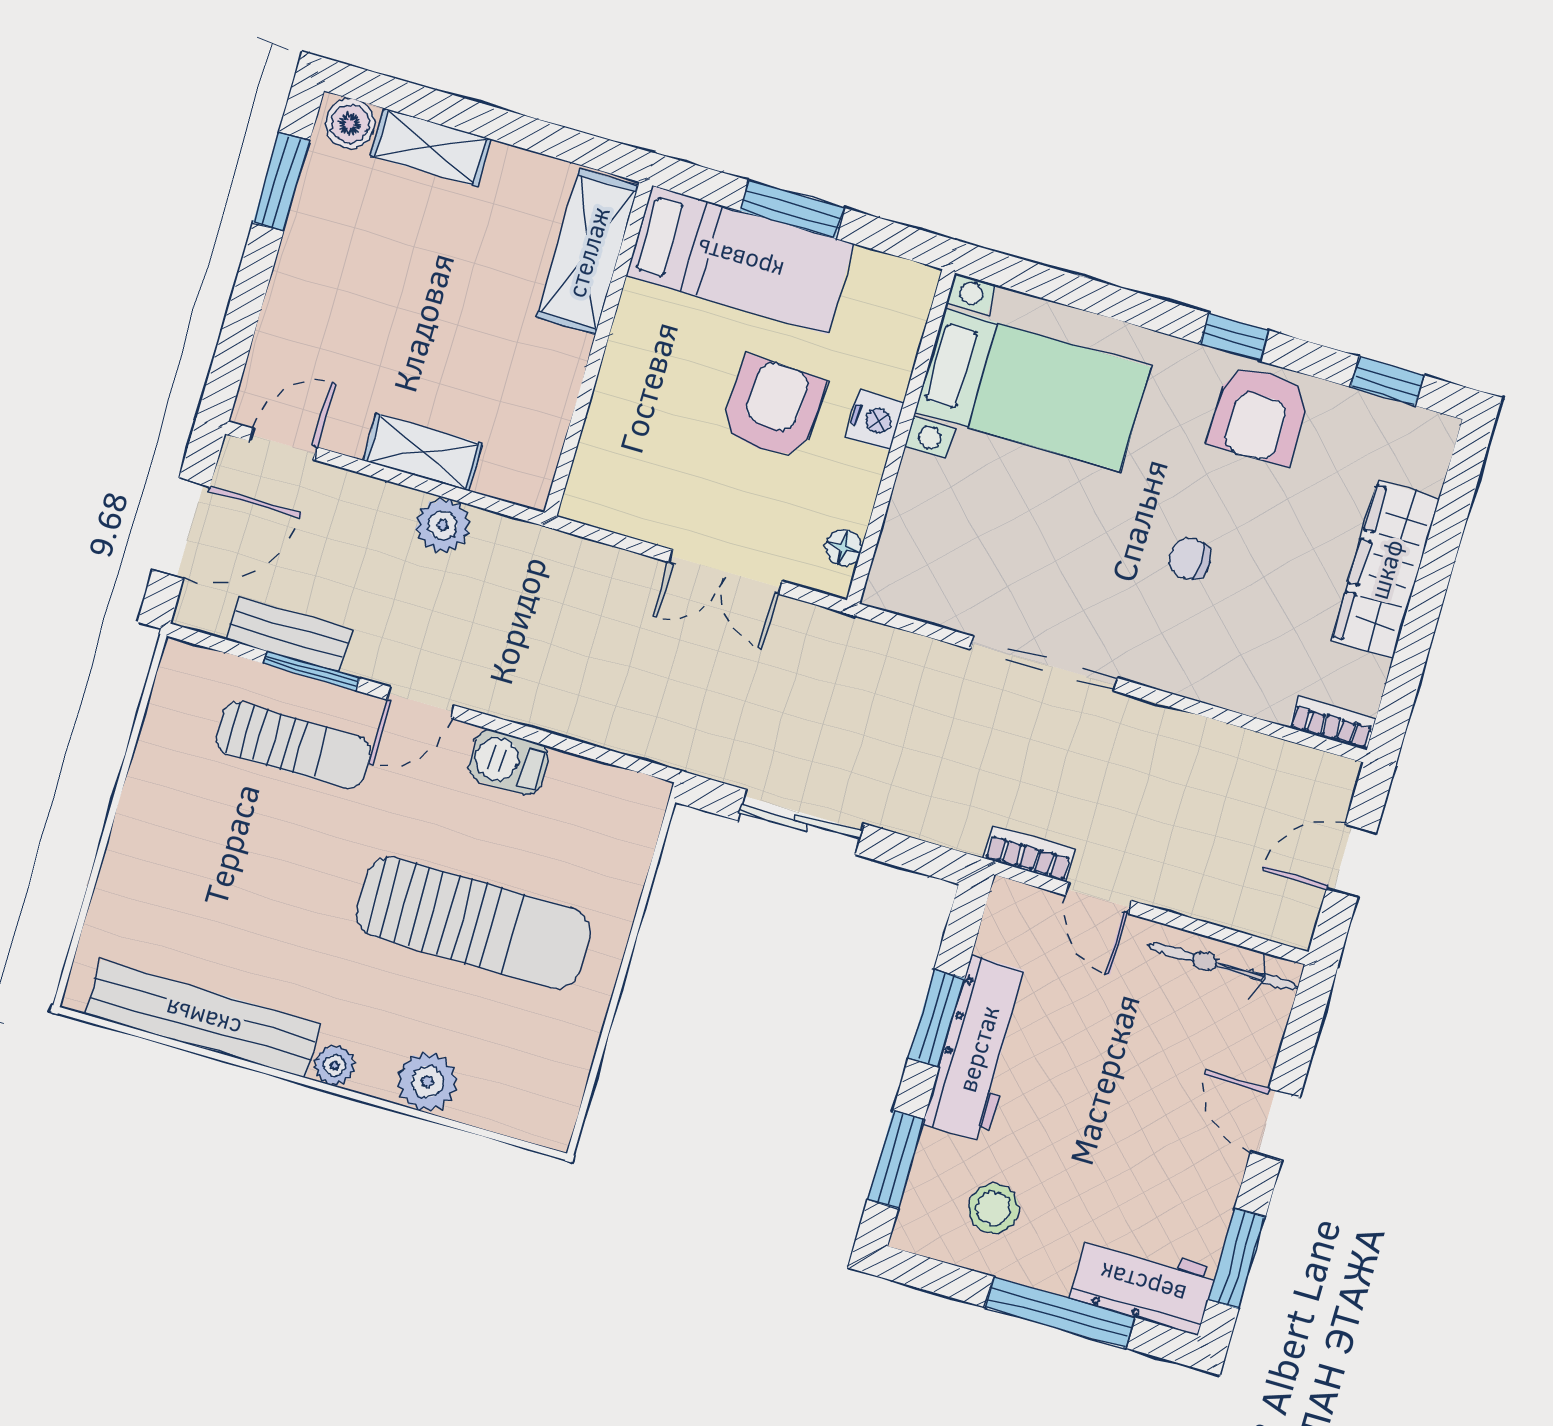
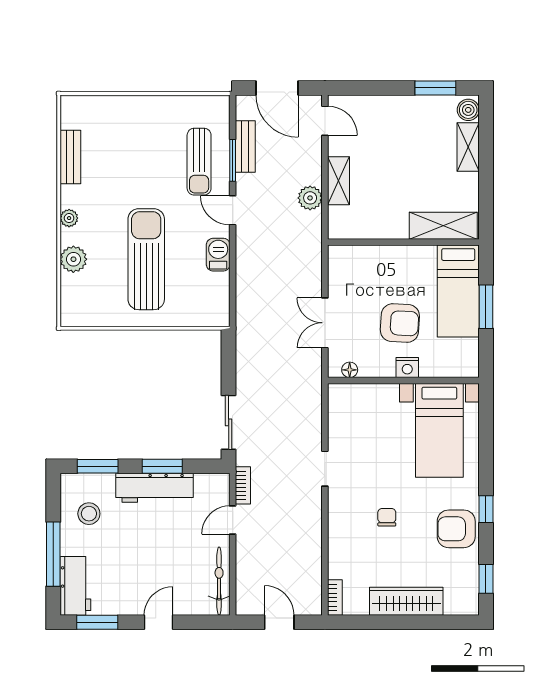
doorway: (1044, 664) -> (325, 469), width x0.53
sliding door: (801, 822) -> (229, 422), moved
sun lounger: (473, 923) -> (146, 259), turned 180
bench: (203, 1019) -> (70, 157), width x0.54, depth x0.82

